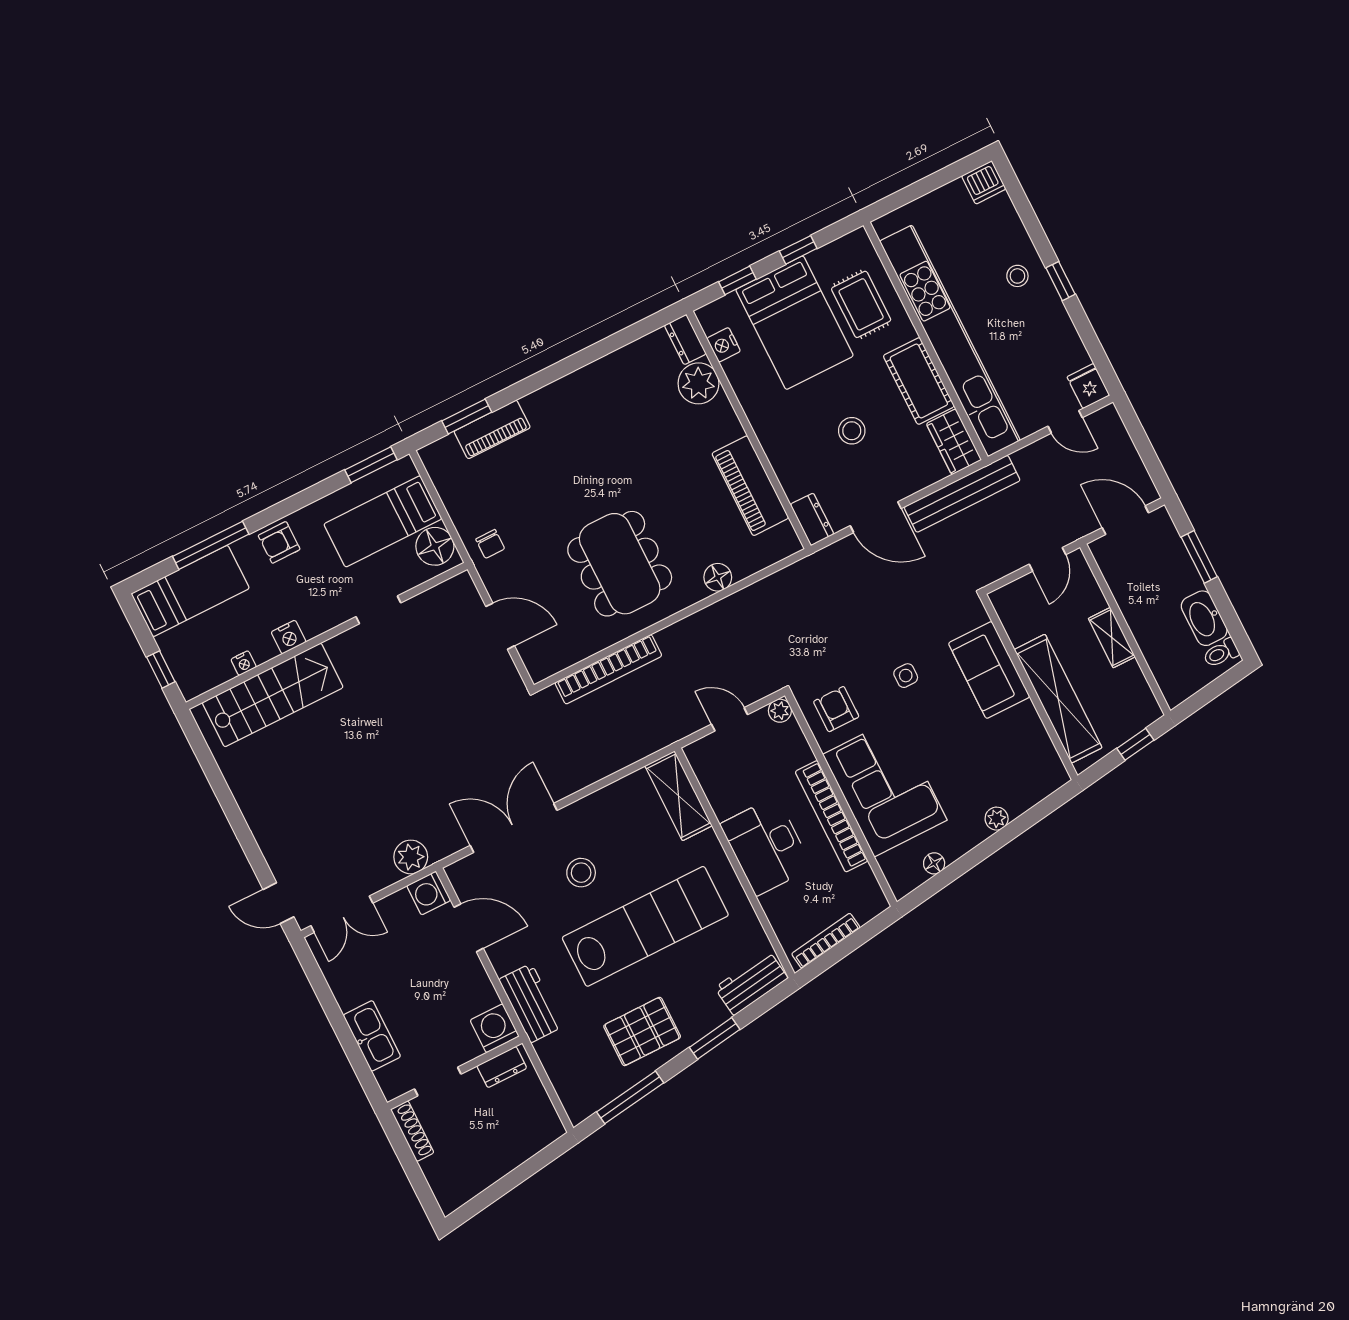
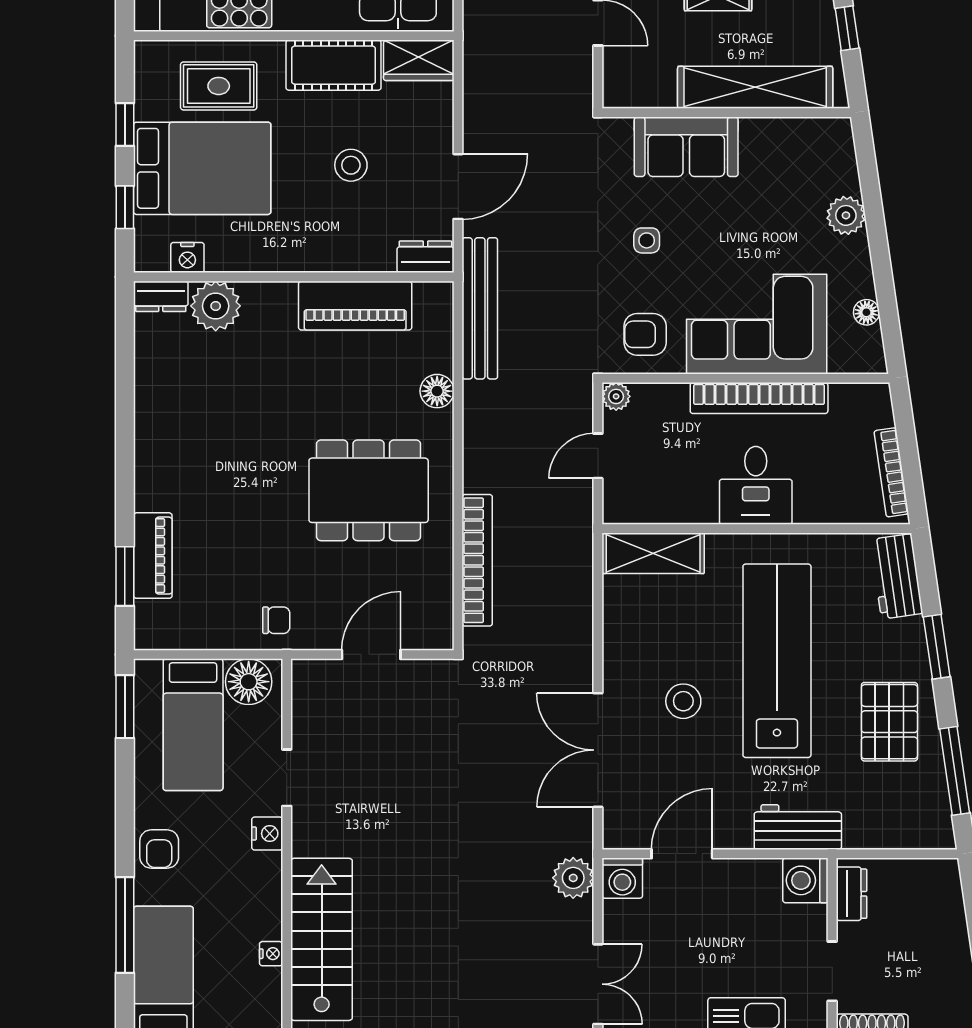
bench: (962, 494) -> (480, 308), moved
nightstand: (289, 637) -> (267, 834), moved
plant: (997, 819) -> (846, 215), width x1.38, depth x1.38
desk: (766, 846) -> (756, 485), width x0.73

